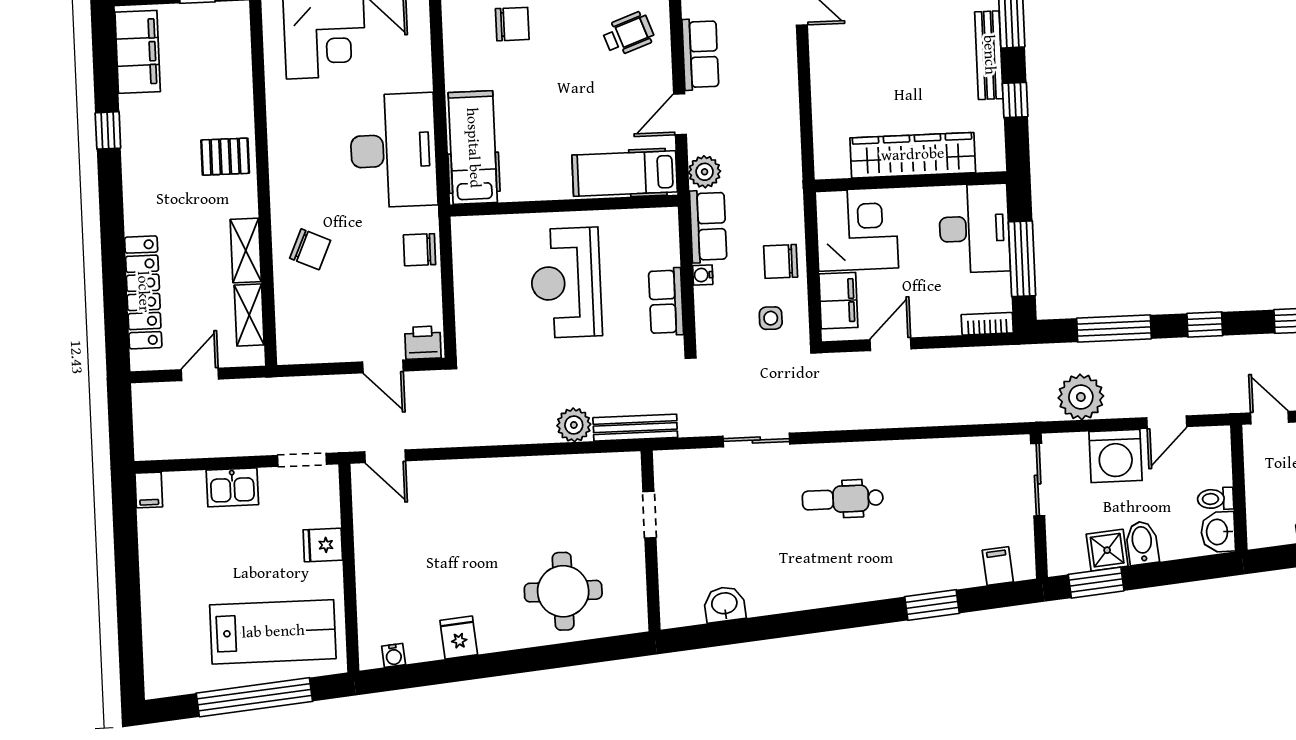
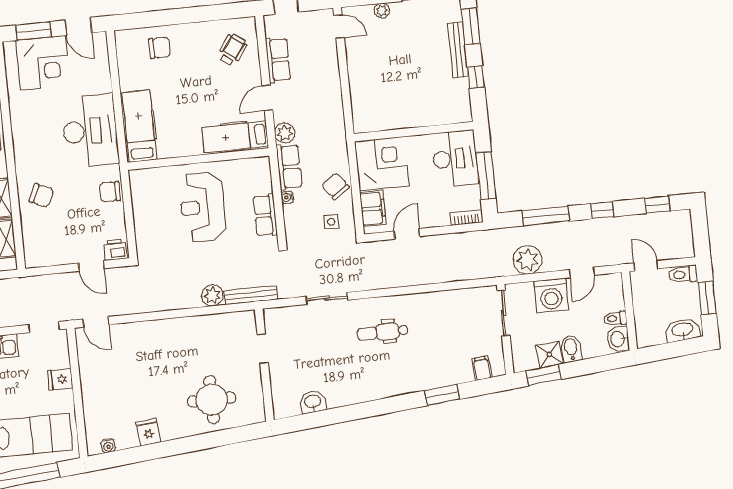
wheelchair: (628, 34) -> (232, 50), turned -34
wardrobe: (913, 155) -> (414, 115), removed
chair: (781, 261) -> (335, 186), turned 55

